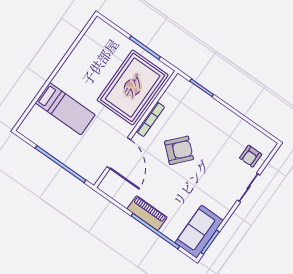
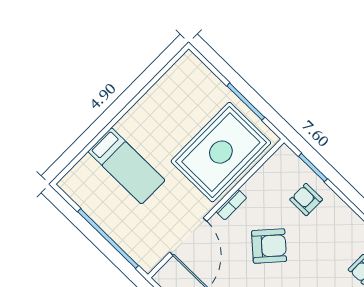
armchair: (201, 112) -> (306, 200), added
bookcase: (150, 119) -> (231, 205), width x0.64

